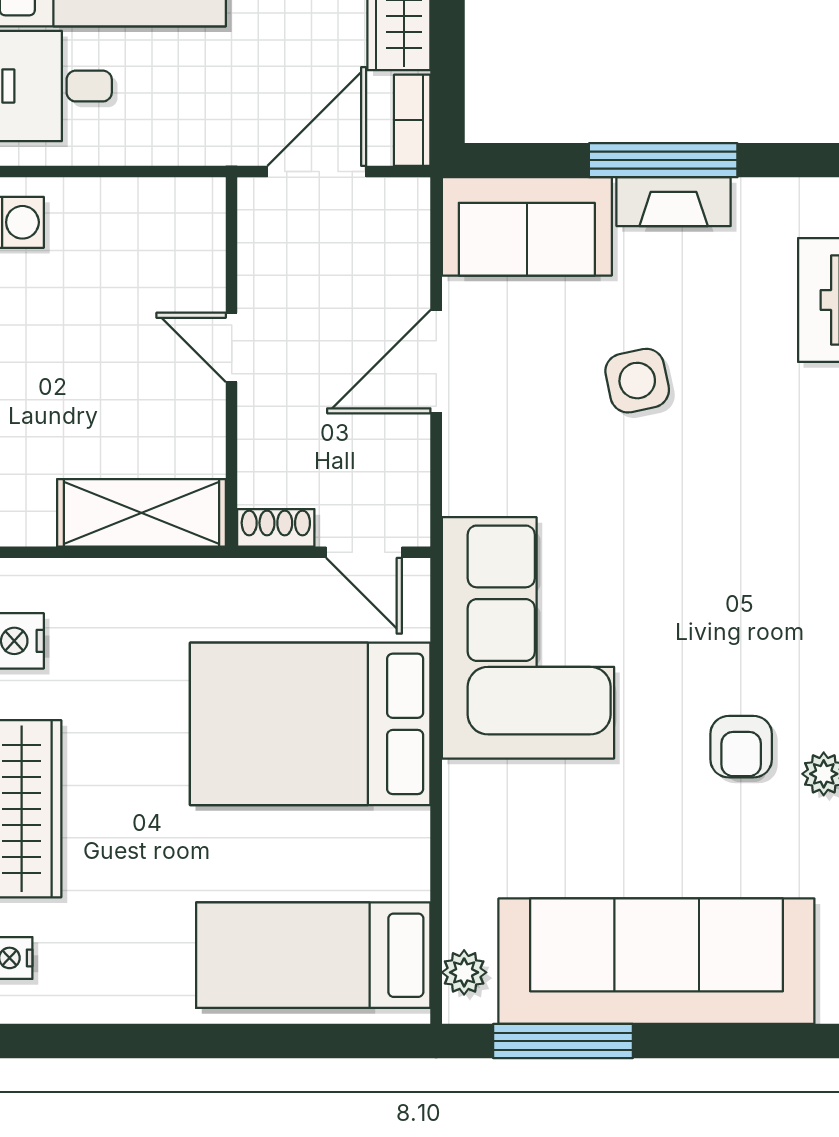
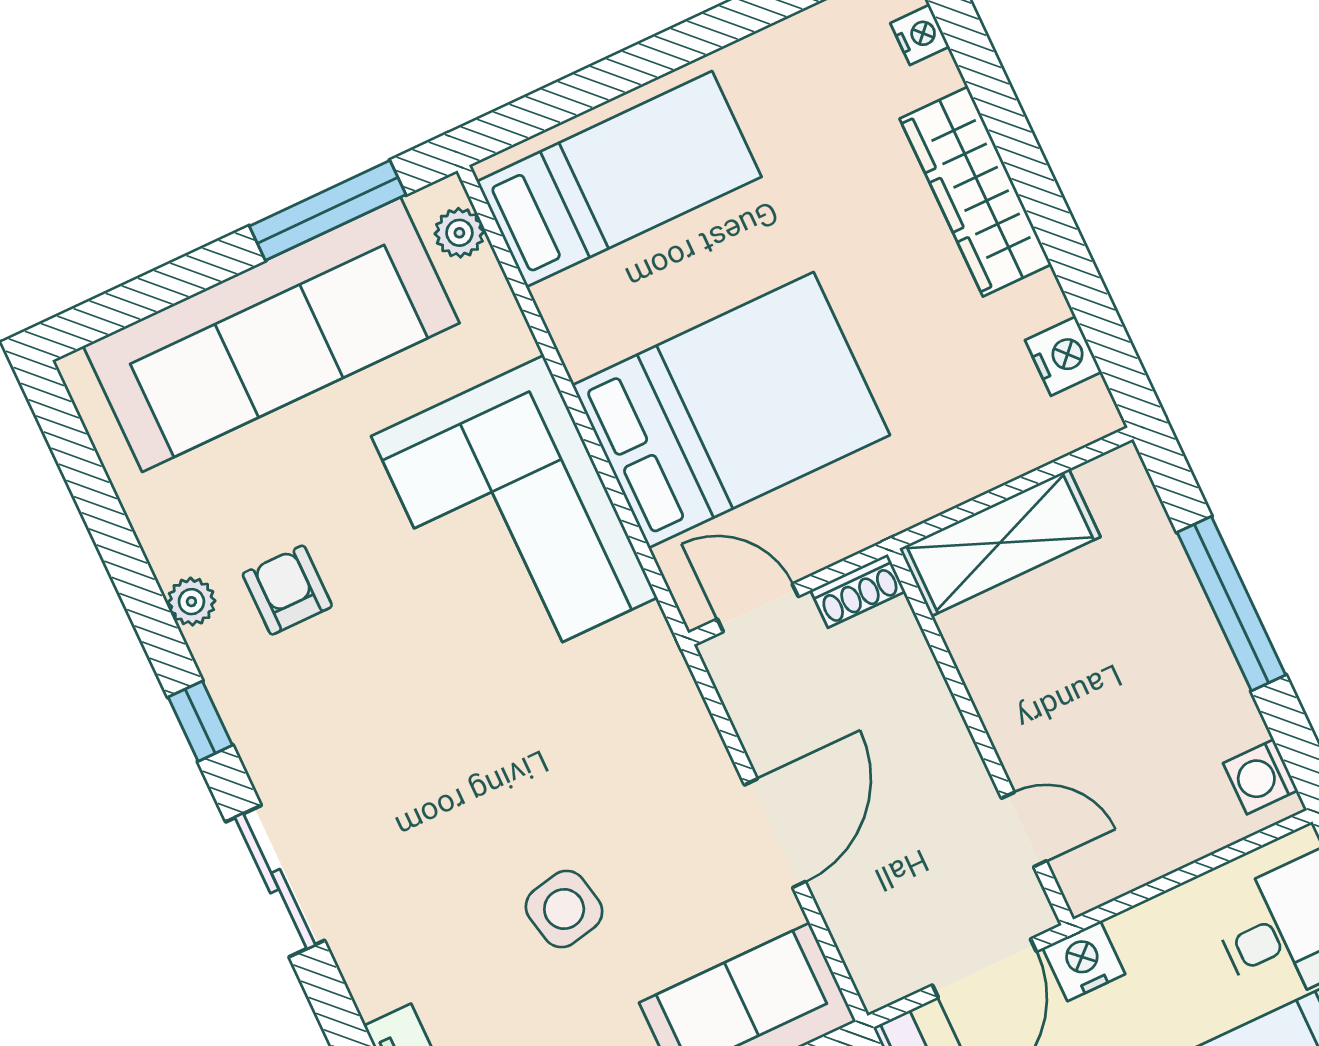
nightstand: (233, 139) -> (1084, 961), added
door: (232, 347) -> (1024, 830), moved
corner sofa: (528, 638) -> (514, 517), moved

